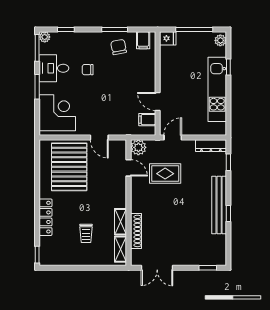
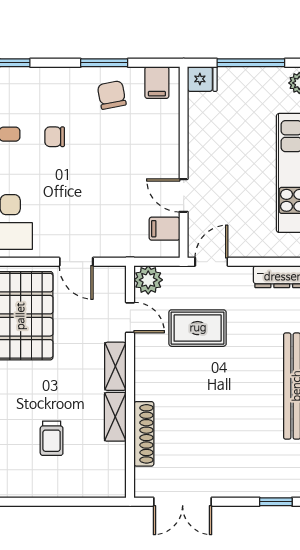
shelving: (121, 249) -> (115, 366), moved

